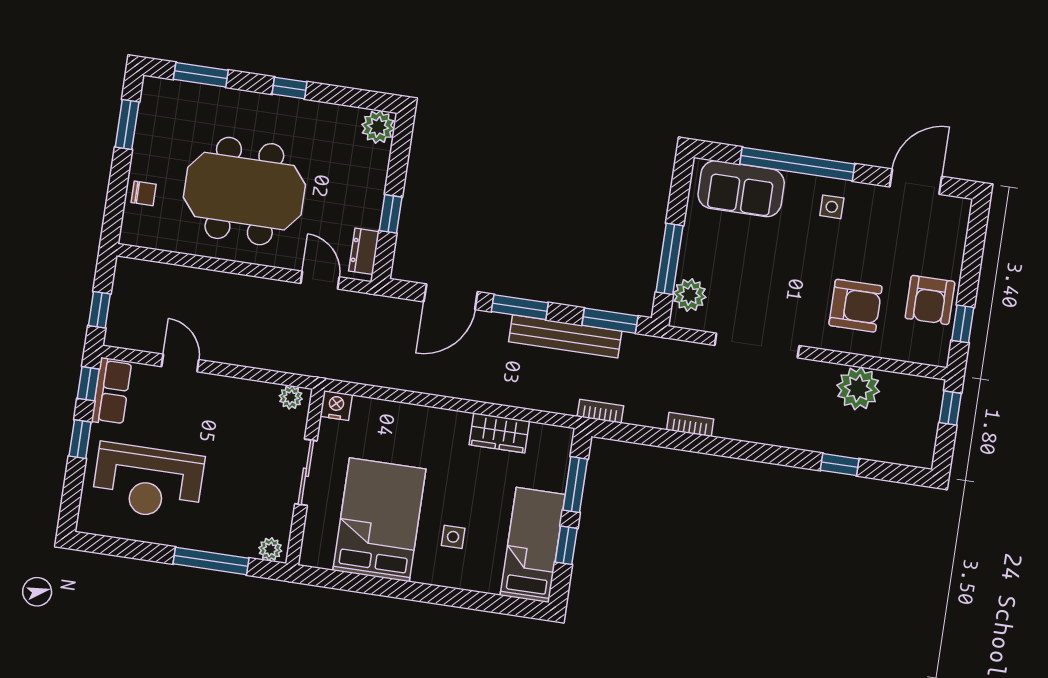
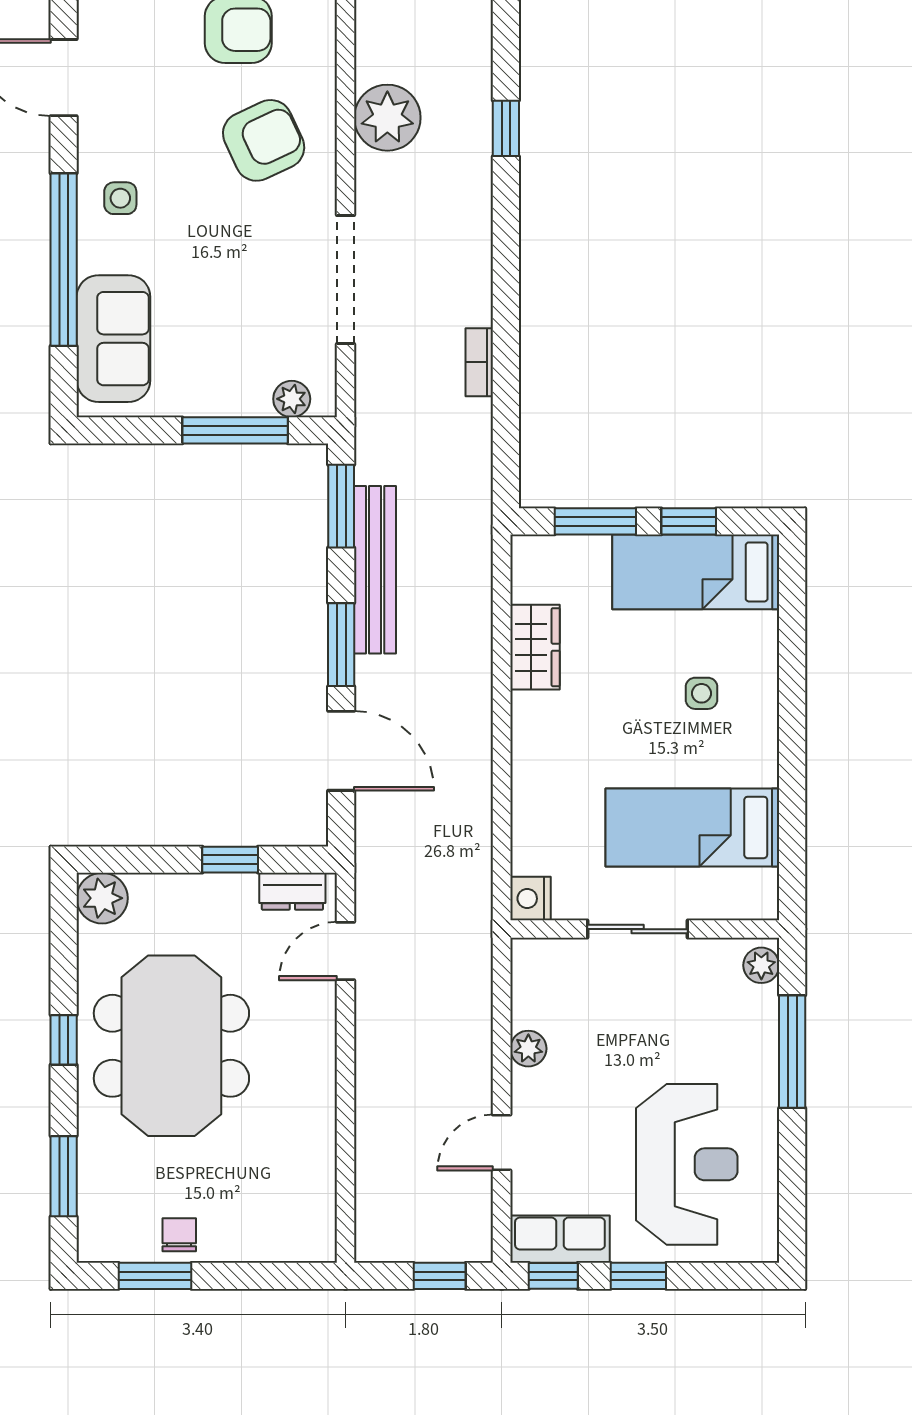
meeting table: (244, 191) -> (171, 1046), moved
chair: (144, 193) -> (179, 1235), moved
plant: (690, 295) -> (292, 399), width x0.73, depth x0.73
armchair: (855, 306) -> (264, 140), turned 65
plant: (291, 397) -> (528, 1049), moved
bookcase: (600, 411) -> (480, 500), removed
bed: (379, 520) -> (692, 827), width x0.67

